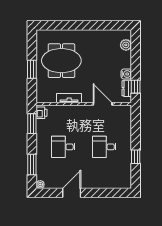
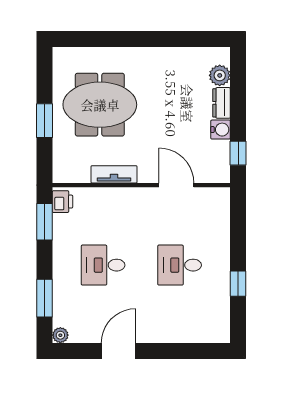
dresser: (127, 88) -> (222, 103), moved

